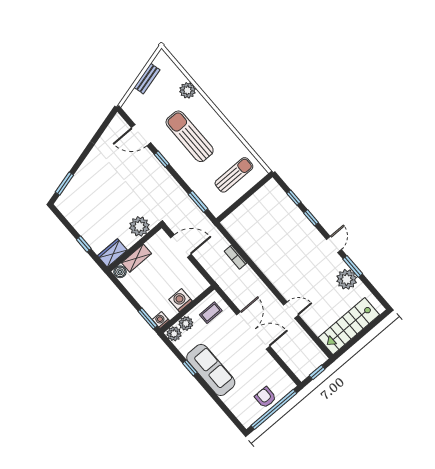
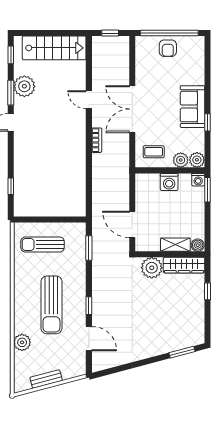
window: (311, 218) -> (11, 55), moved
wardrobe: (112, 253) -> (184, 265), width x1.50
bookcase: (236, 257) -> (97, 140), moved
sofa: (211, 370) -> (192, 107), width x0.73

